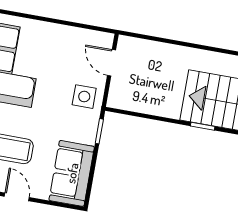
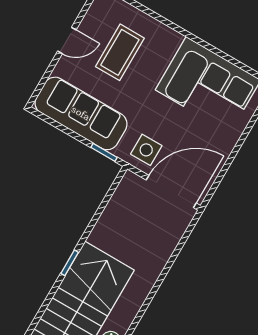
door: (112, 63) -> (171, 191), width x1.88
sofa: (72, 173) -> (81, 113), width x1.36

